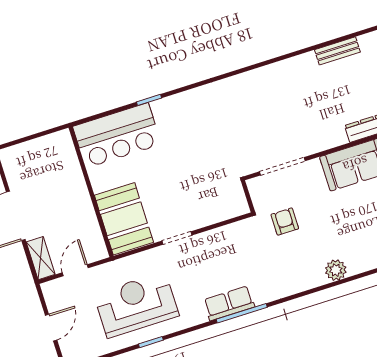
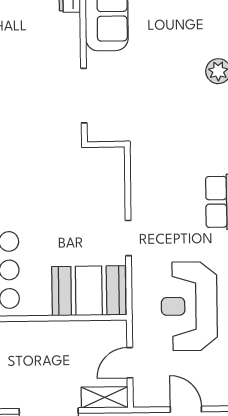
armchair: (285, 222) -> (147, 112), removed
door: (75, 270) -> (130, 363), hinge flipped

